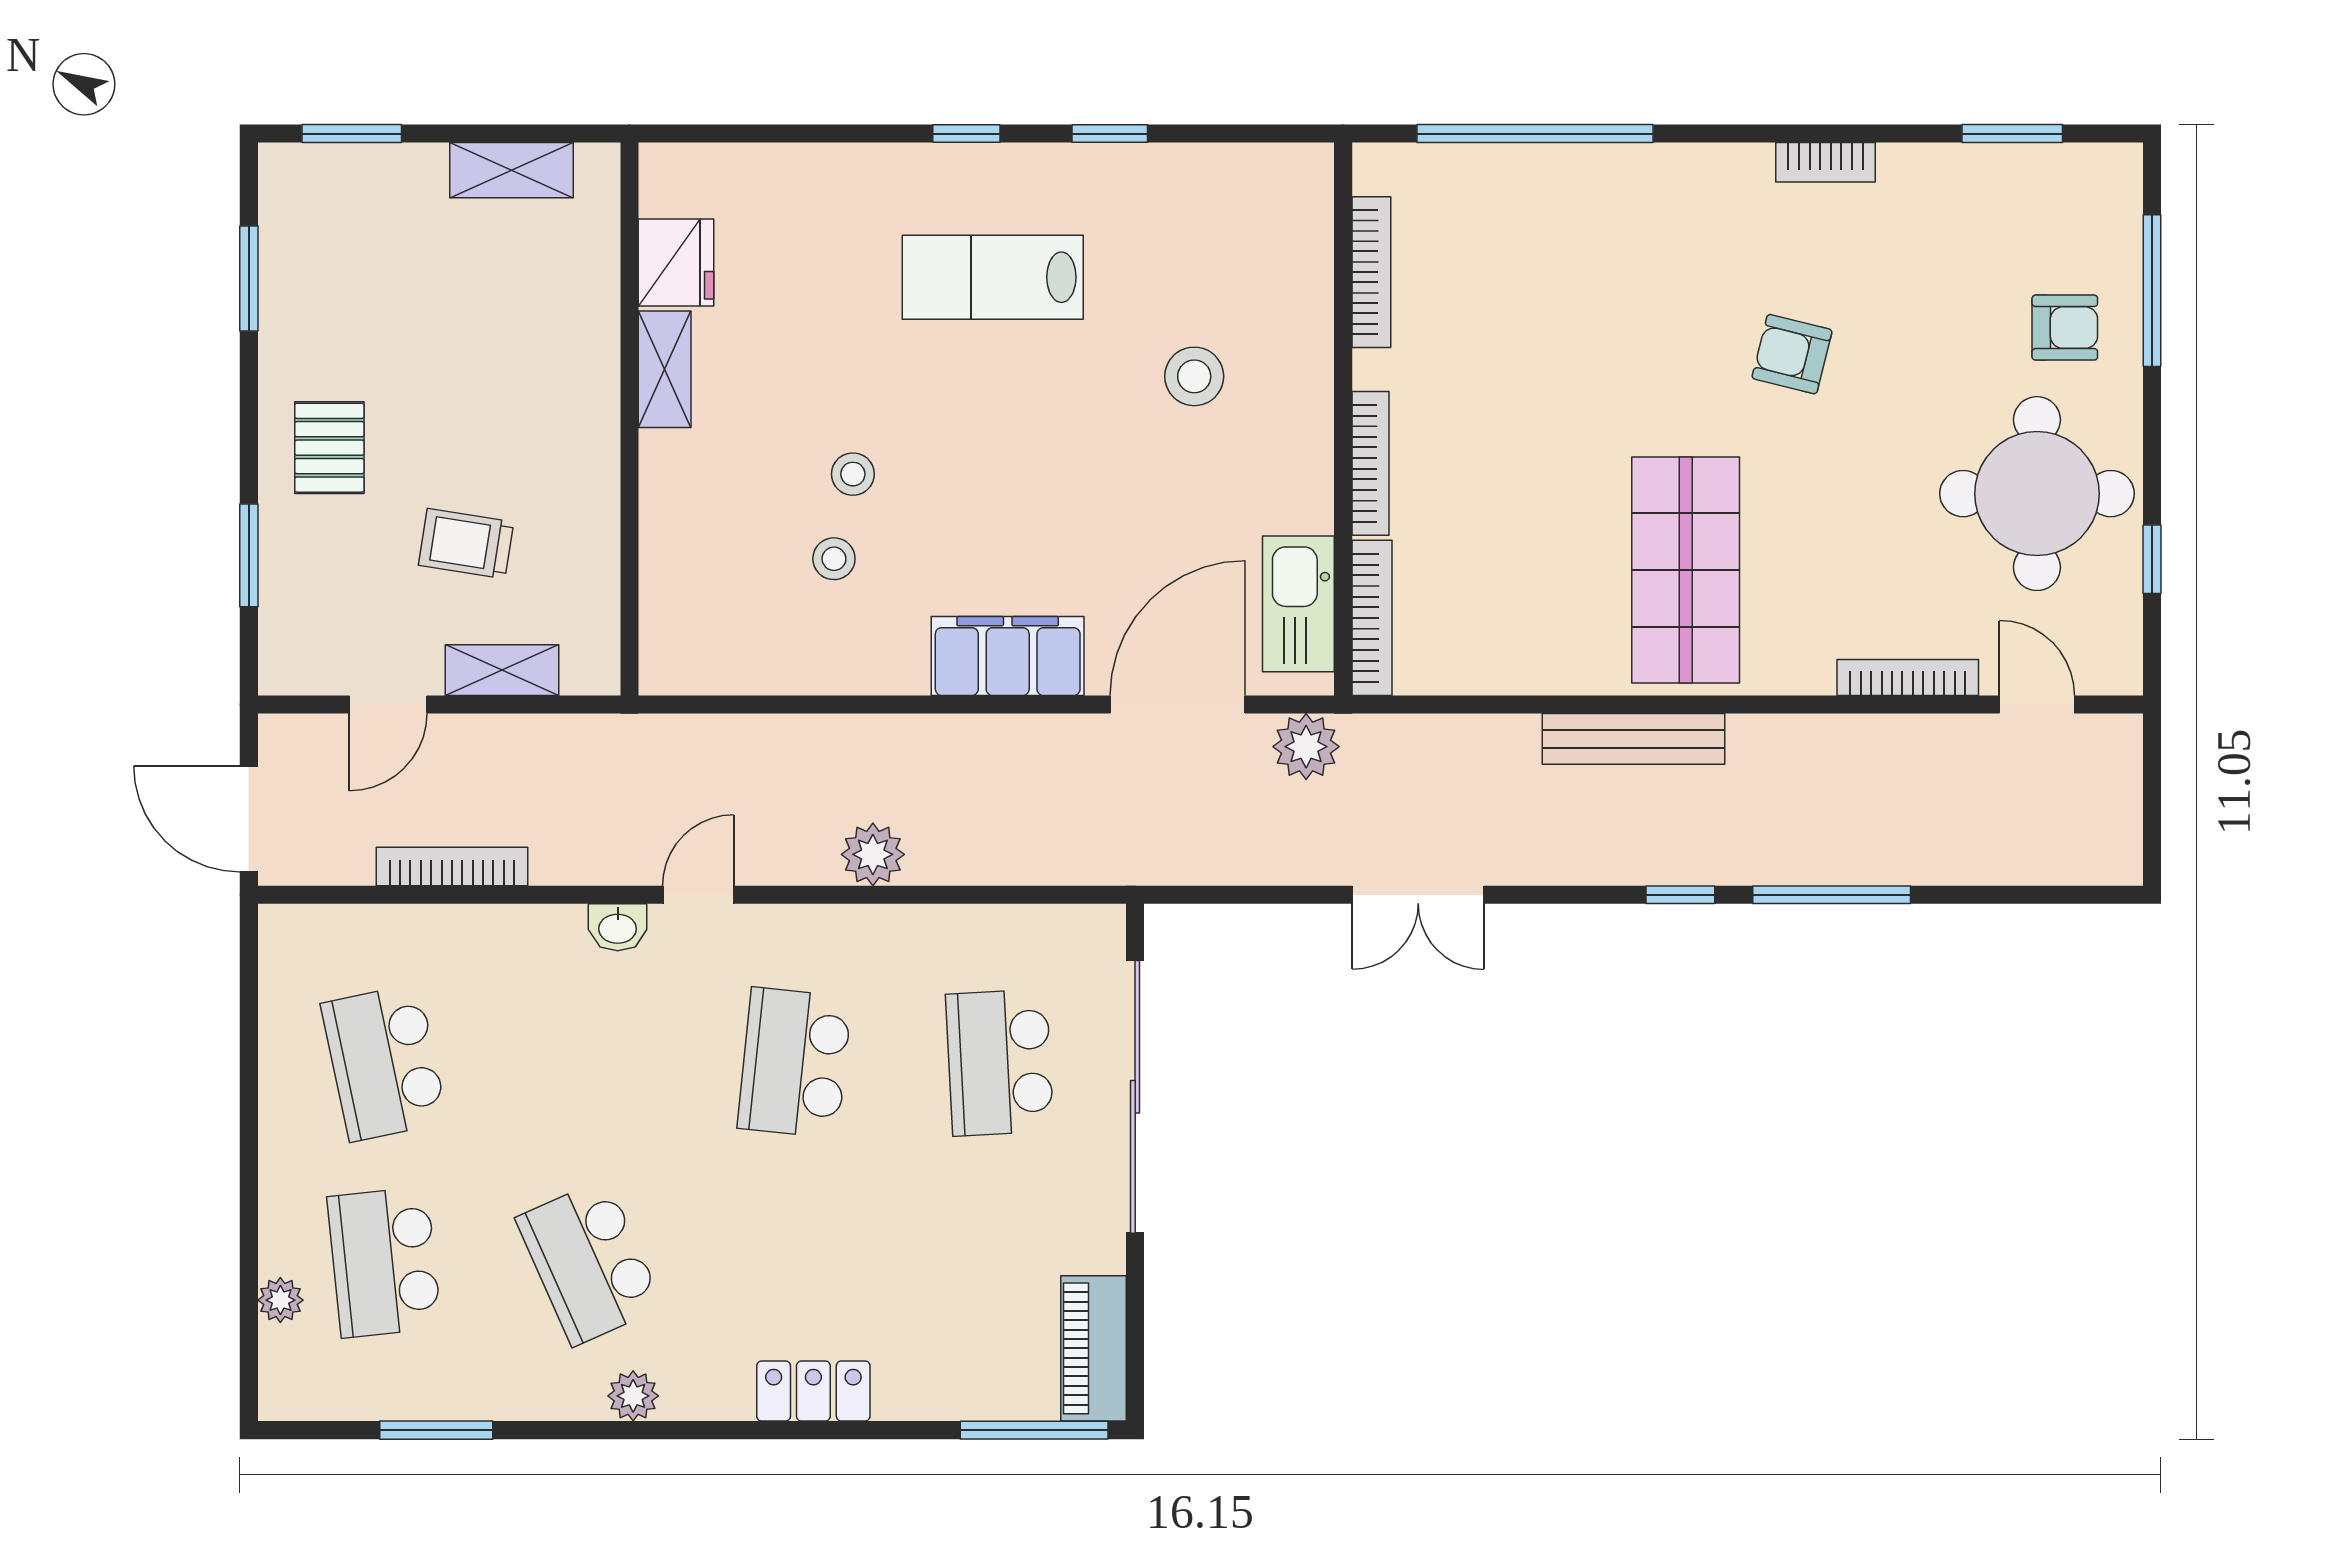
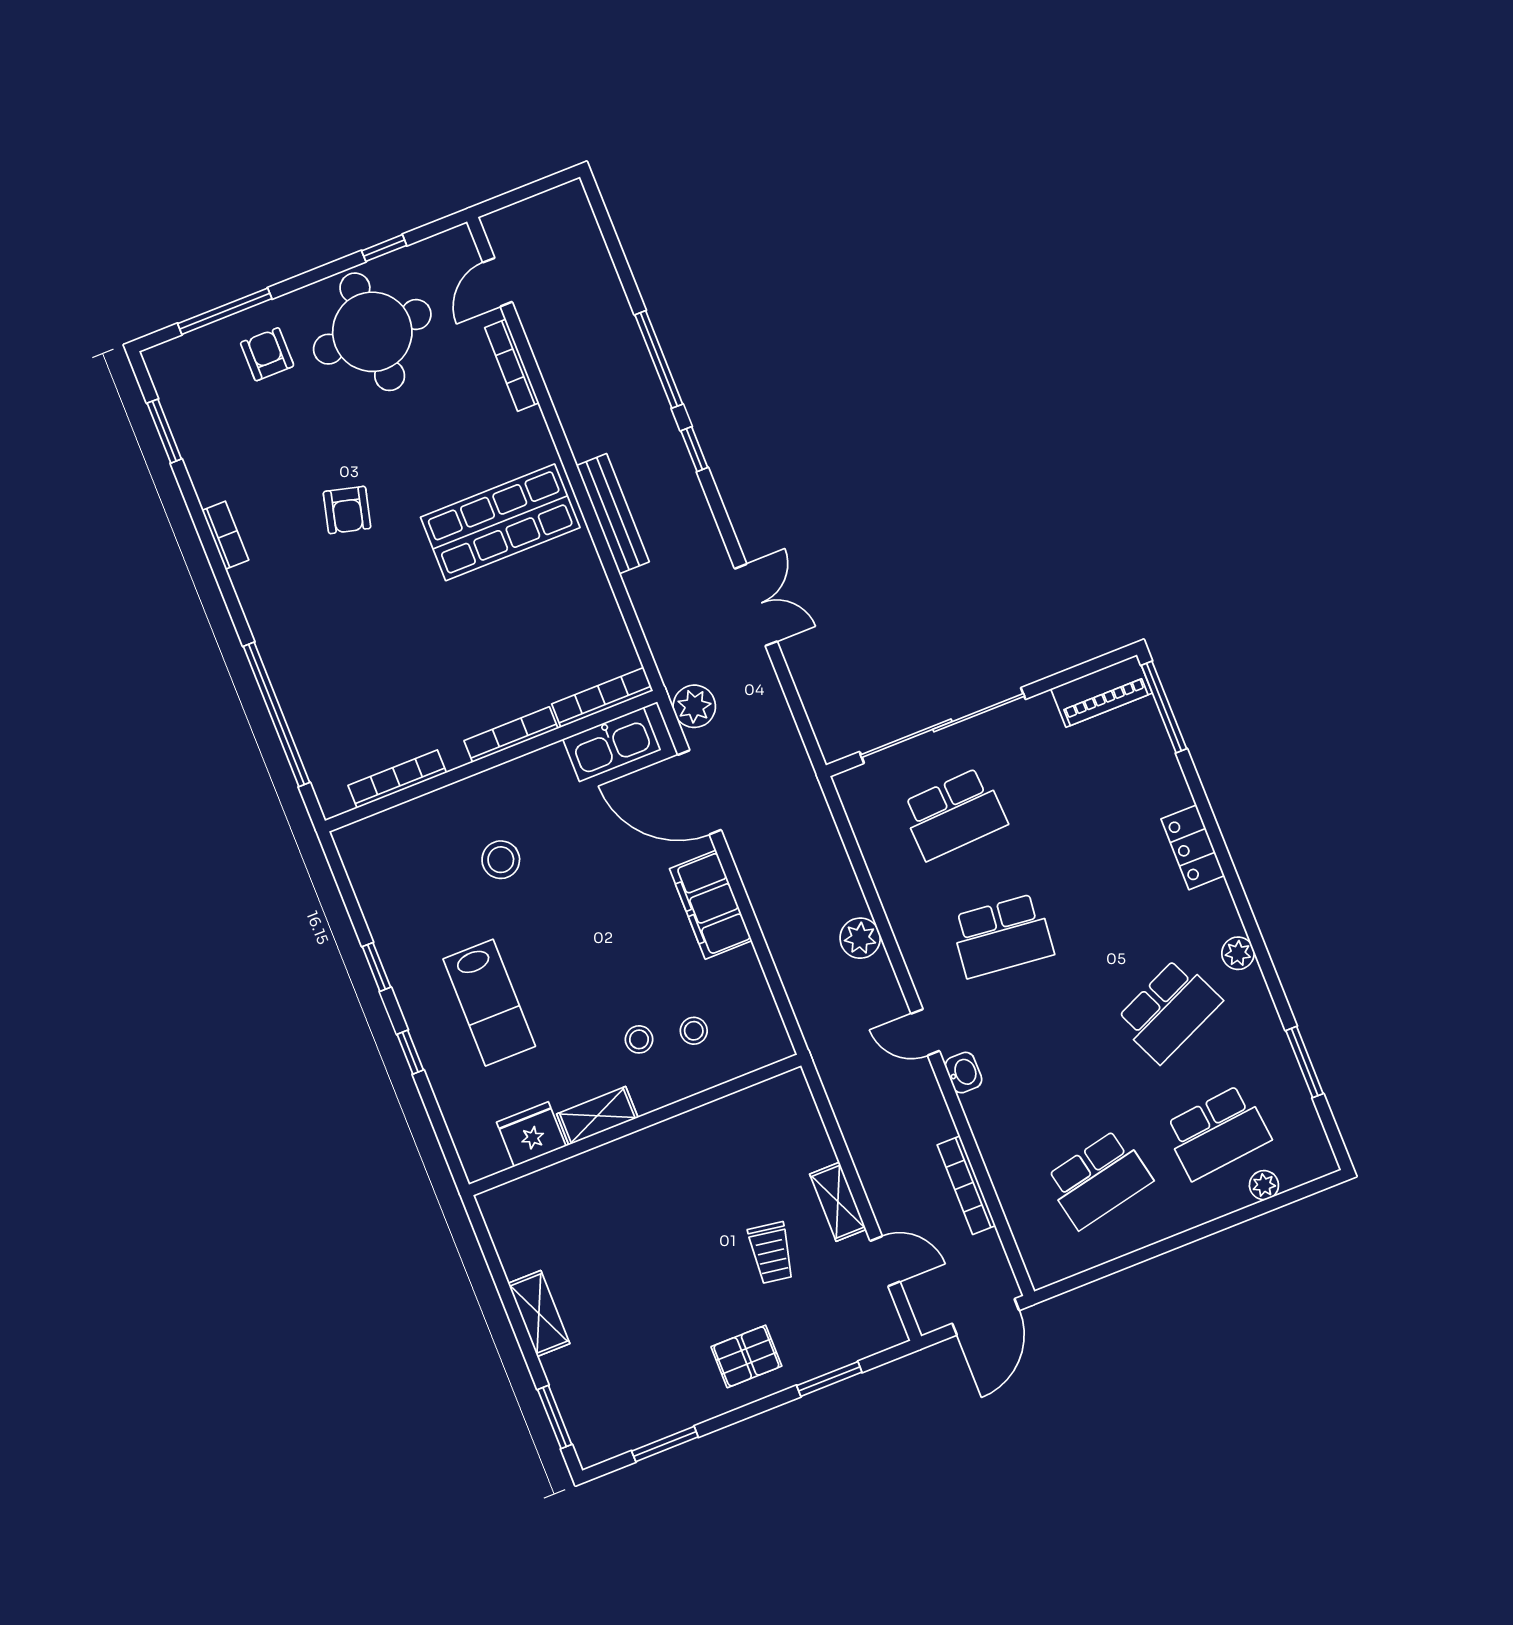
fridge: (676, 263) -> (531, 1134), moved
shelving: (665, 369) -> (597, 1116), moved
wall: (629, 419) -> (635, 1125), moved

